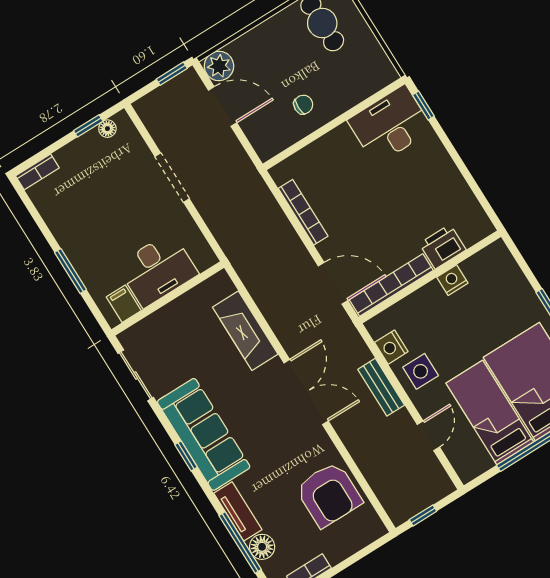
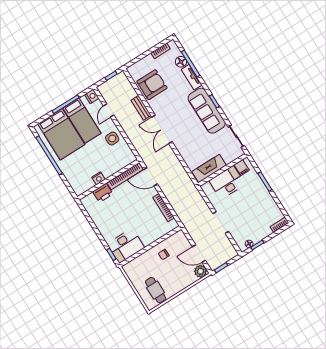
fireplace: (245, 331) -> (209, 168), moved, turned -90
nightstand: (391, 347) -> (92, 96), moved
bench: (381, 387) -> (141, 108), moved
armchair: (329, 494) -> (152, 85), turned 90

